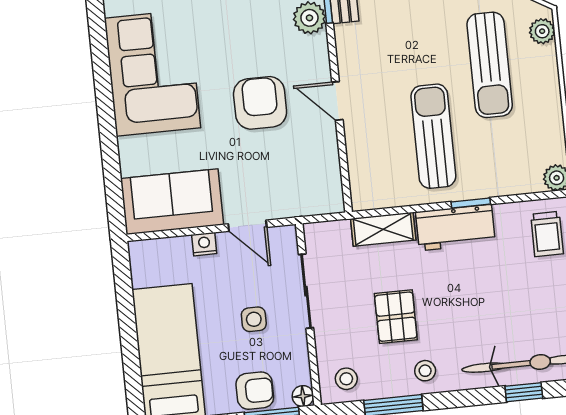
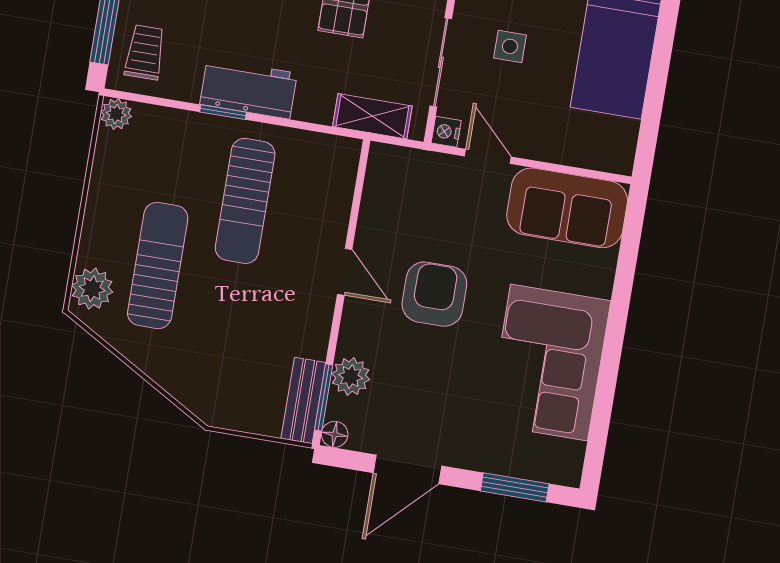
plant: (542, 31) -> (92, 289), width x1.38, depth x1.38
armchair: (260, 103) -> (434, 294), turned 180
shelving: (383, 229) -> (372, 116), moved
nightstand: (204, 244) -> (446, 132), moved, turned 90

